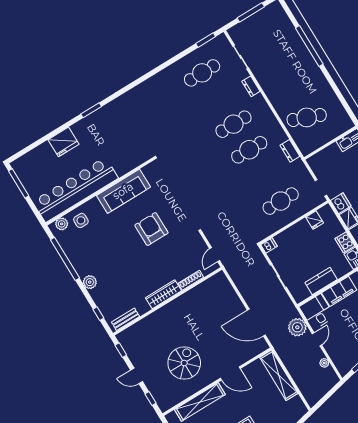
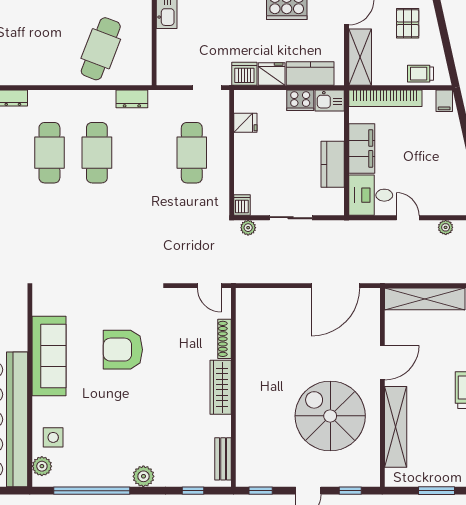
plant: (297, 327) -> (248, 228), moved, width x0.53, depth x0.53
spiral stairs: (184, 363) -> (330, 416), width x1.37, depth x1.37

